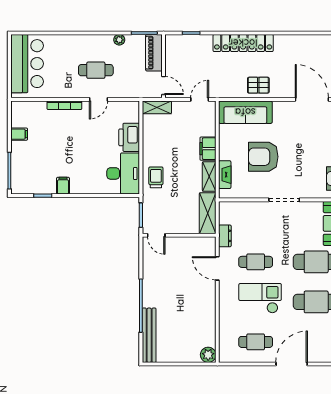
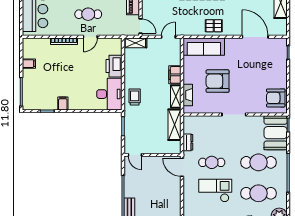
door: (156, 235) -> (135, 155), moved
wall: (179, 235) -> (153, 155), moved

